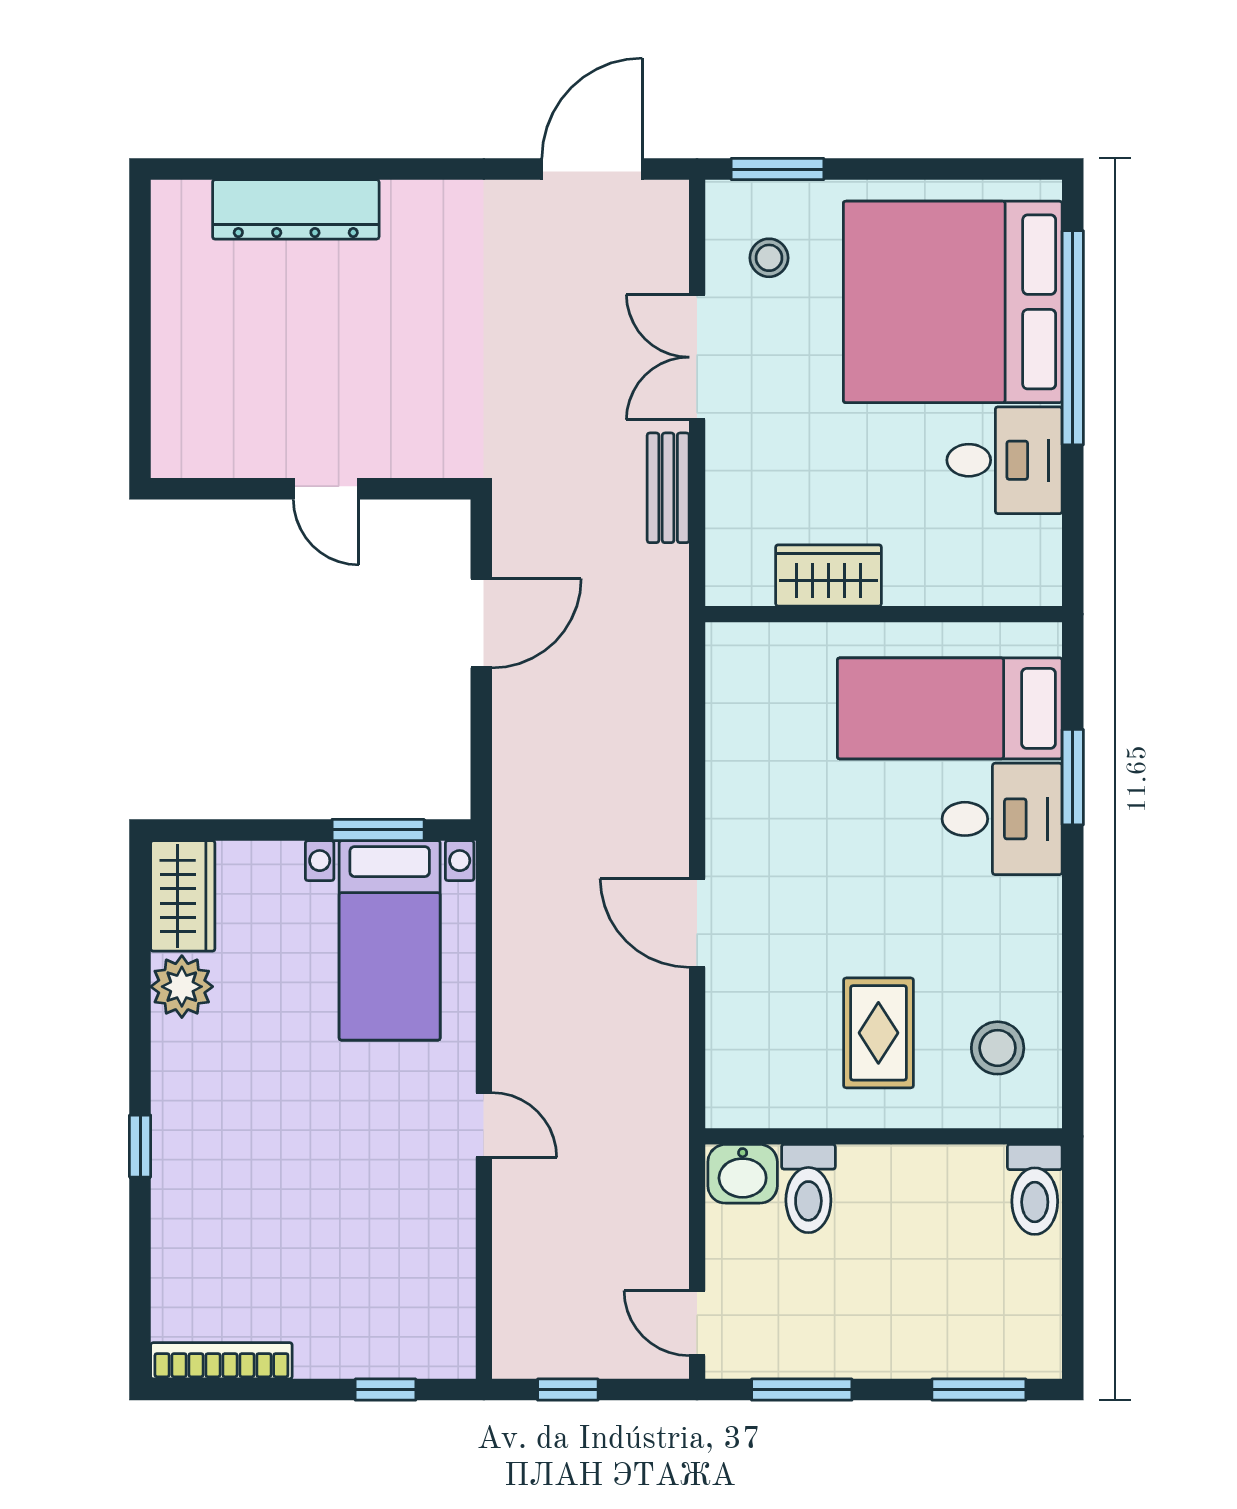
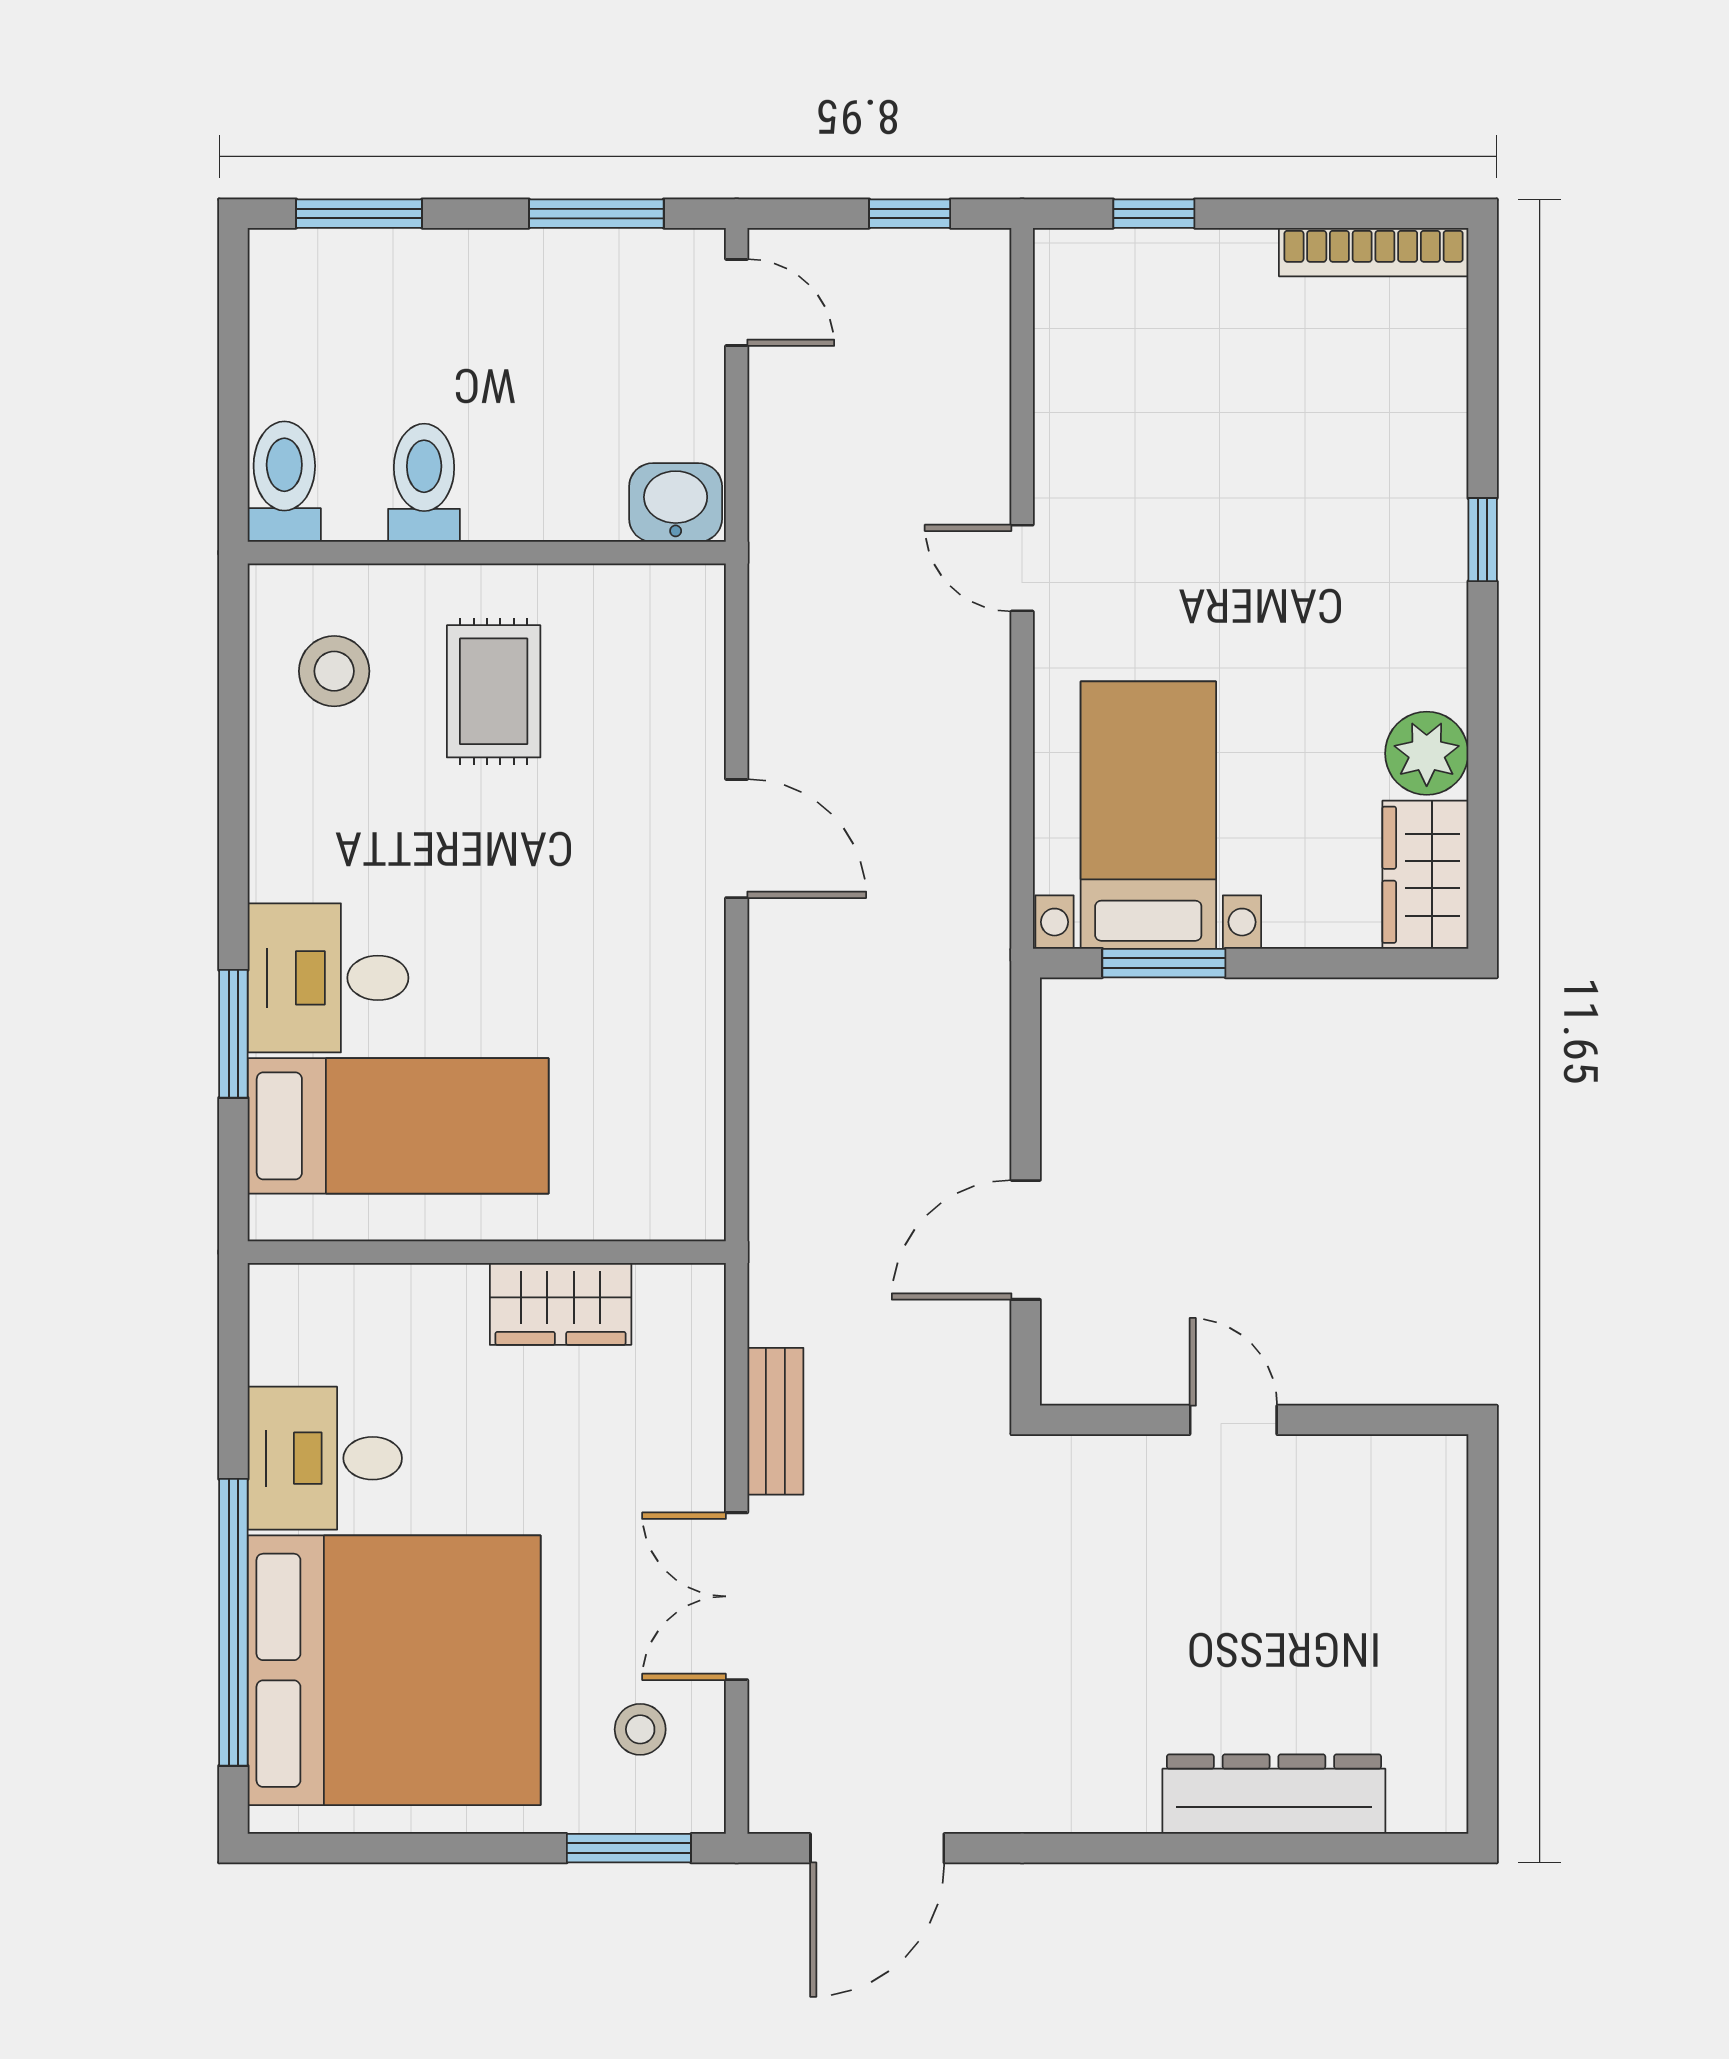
double door: (697, 357) -> (737, 1596), swing flipped
toilet: (808, 1189) -> (424, 483), moved

